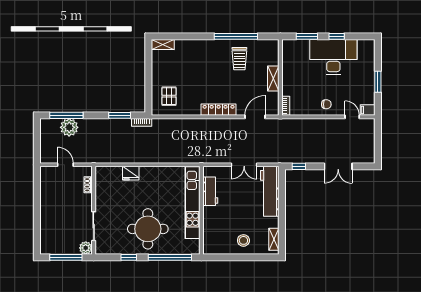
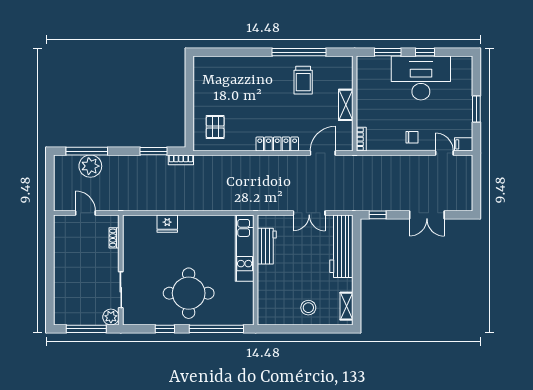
shelving: (163, 44) -> (207, 62), removed
kitchen unit: (193, 203) -> (245, 248), width x0.73

